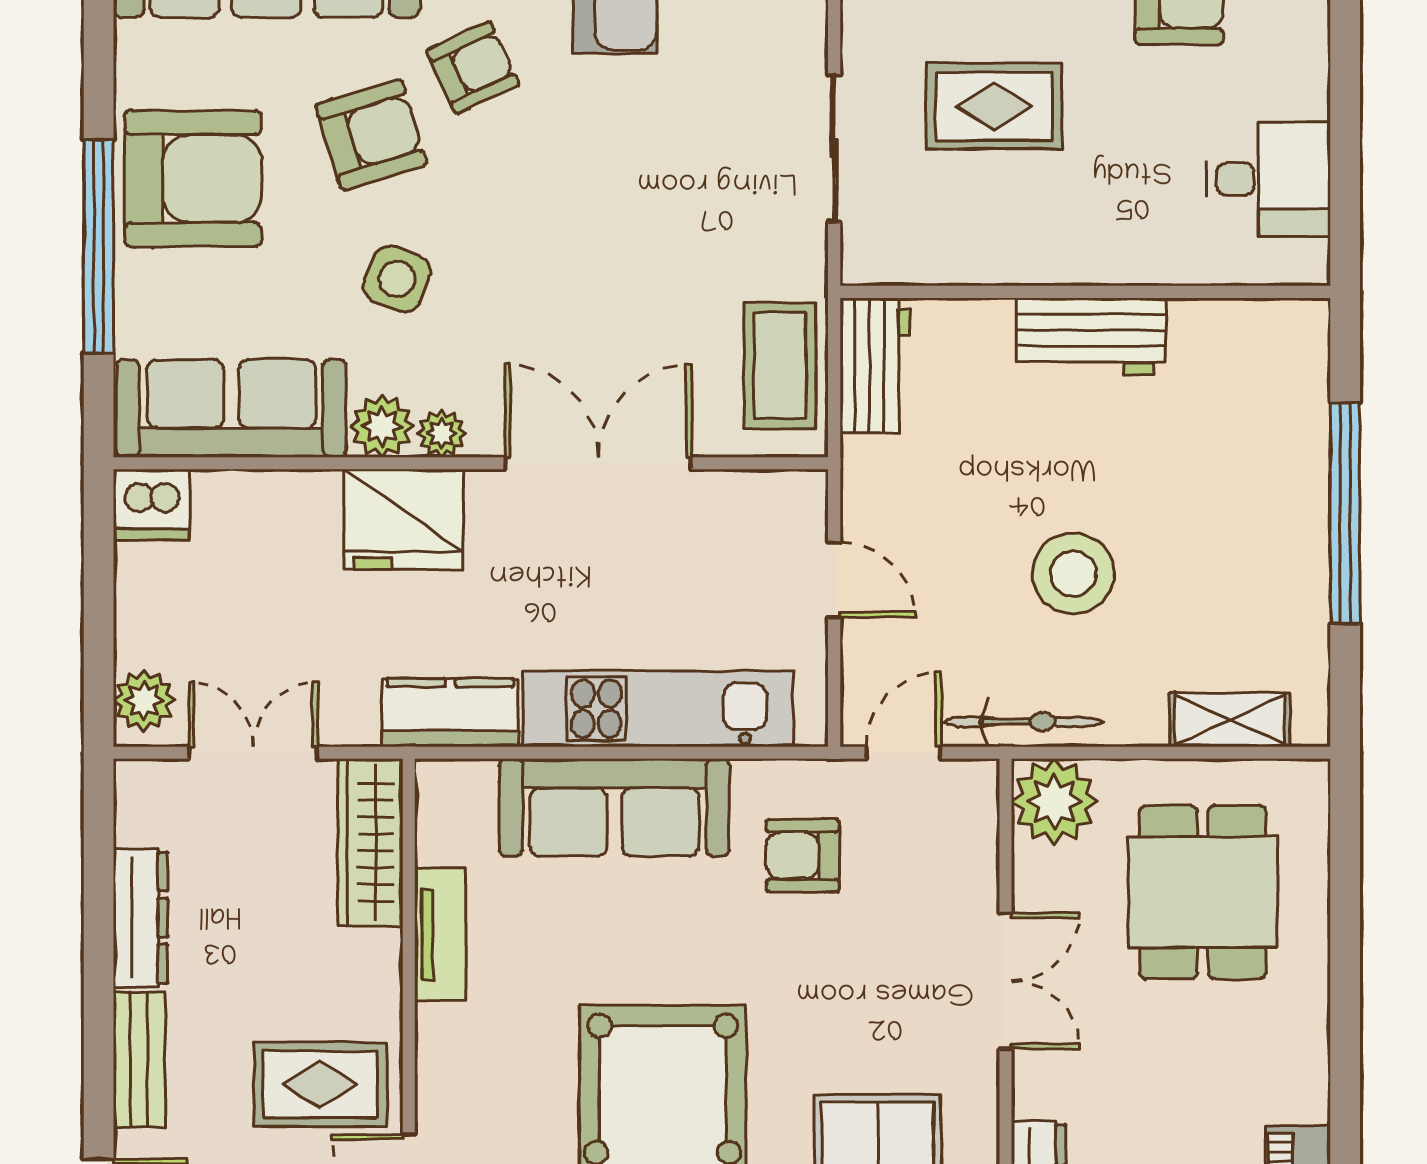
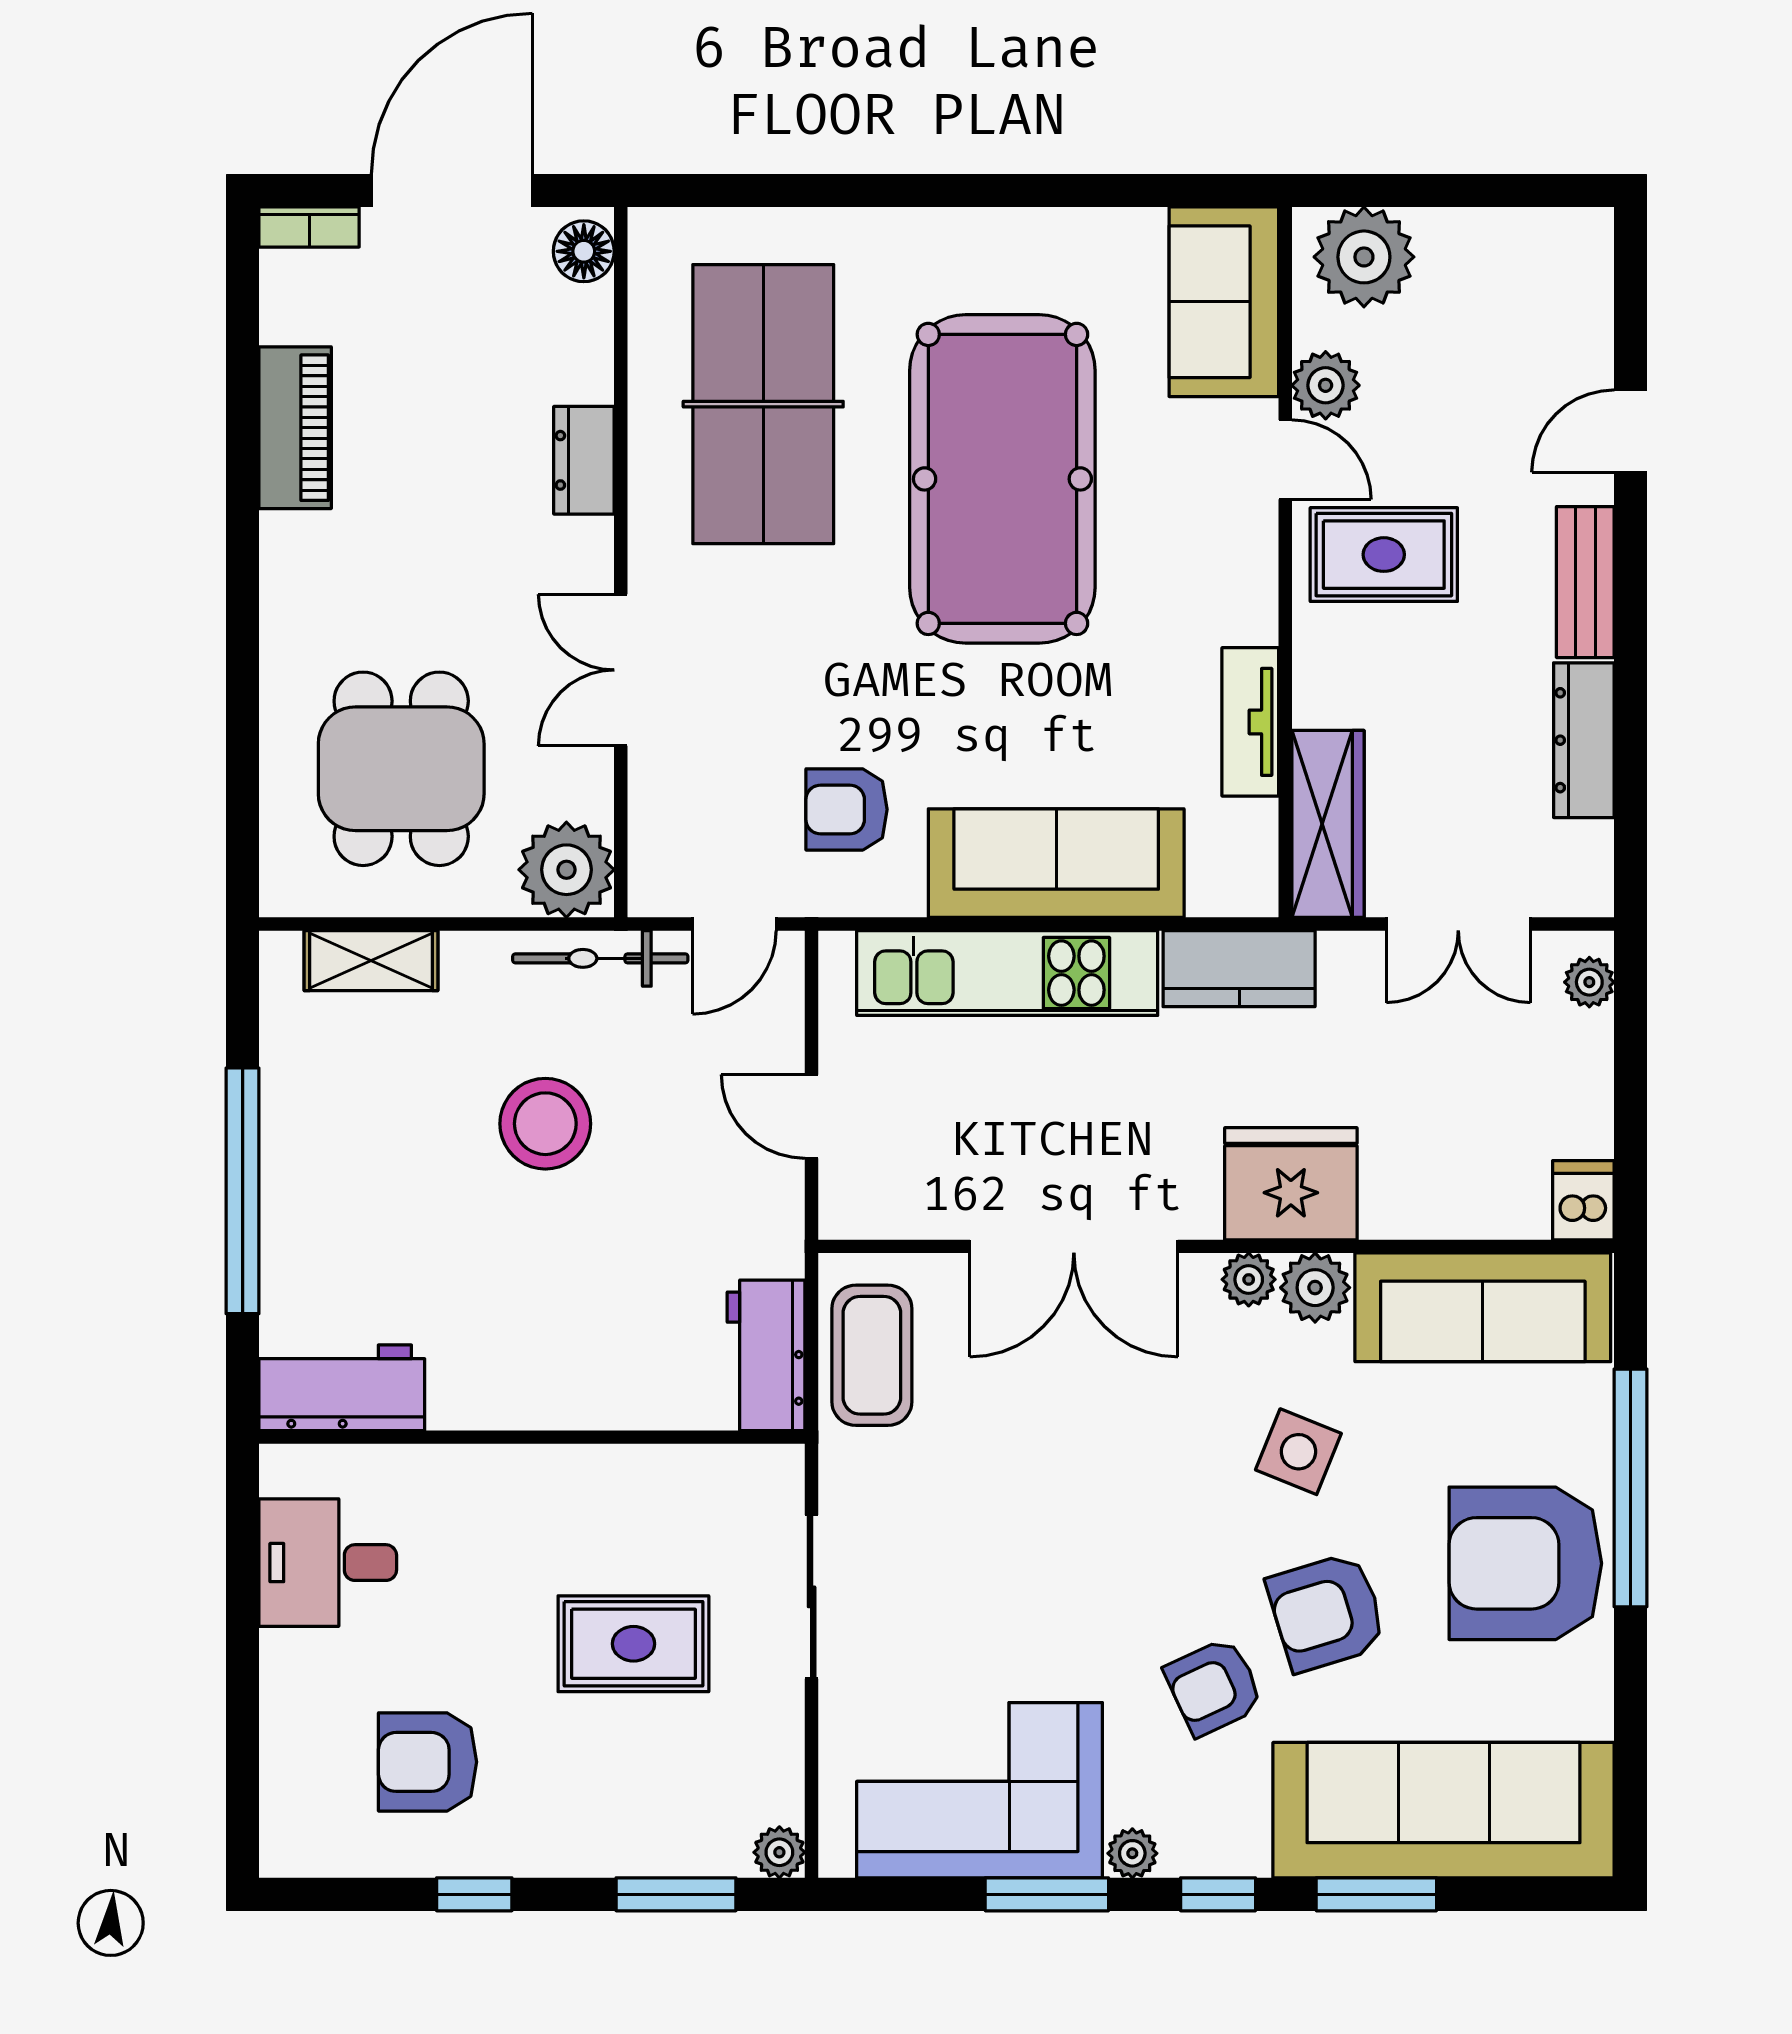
workbench: (1091, 336) -> (342, 1388), moved
dishwasher: (151, 505) -> (1583, 1200), width x0.73
plant: (144, 701) -> (1589, 982), width x0.73, depth x0.73
armchair: (803, 856) -> (847, 809), turned 180

